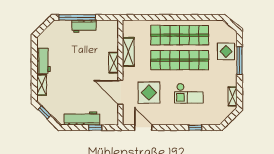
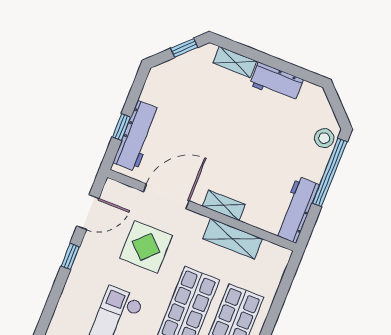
workbench: (84, 26) -> (297, 210), moved, width x1.38
stool: (61, 27) -> (324, 138), added
workbench: (82, 118) -> (137, 136), moved
window: (195, 128) -> (70, 256), moved

